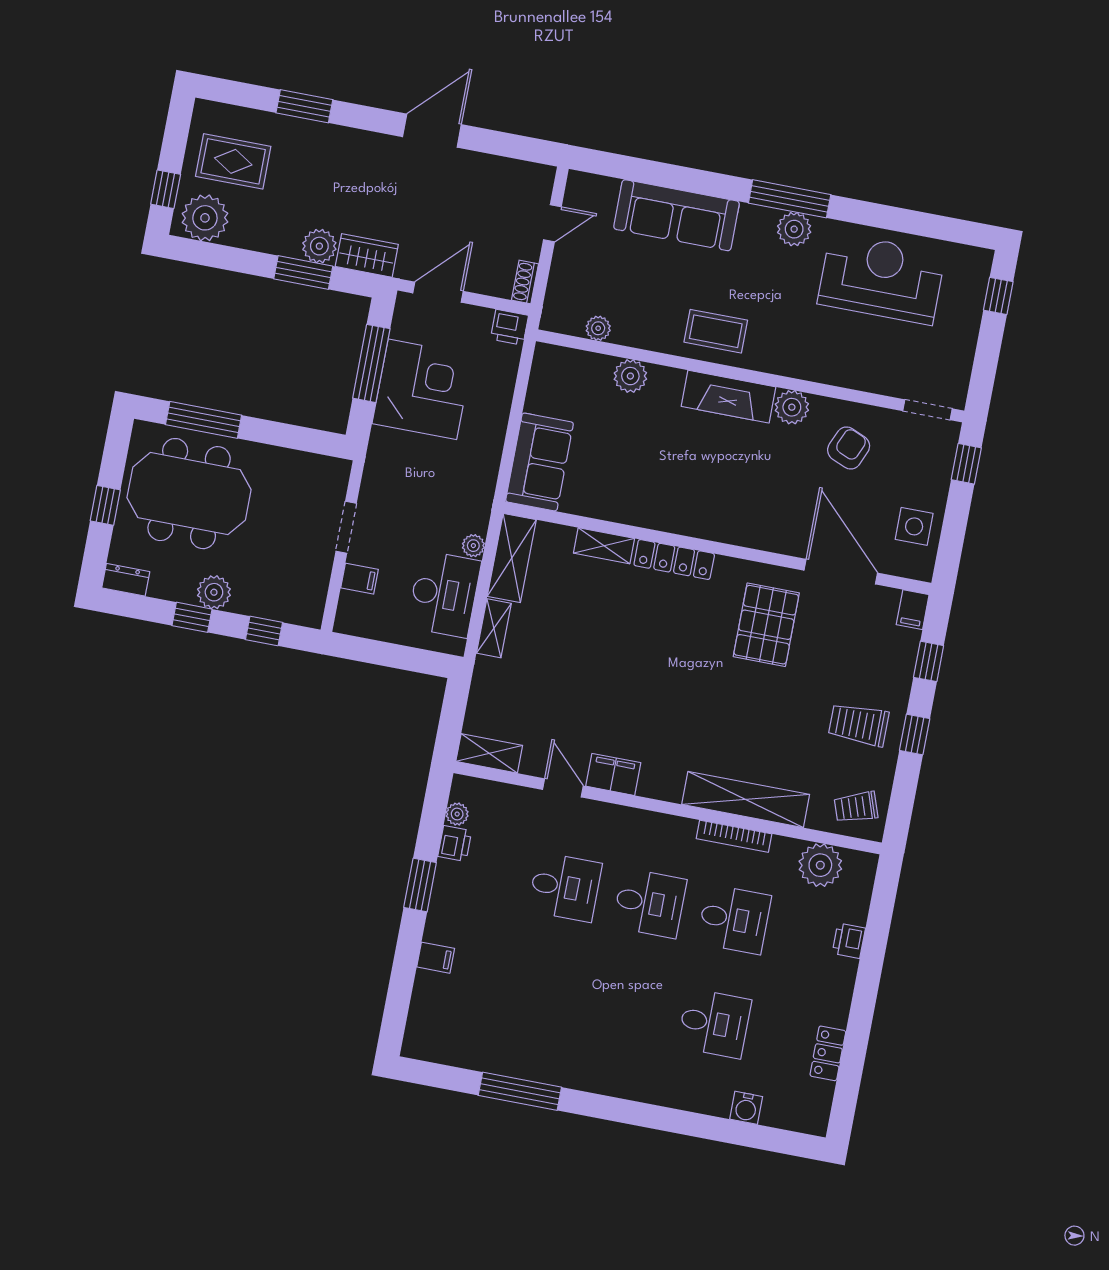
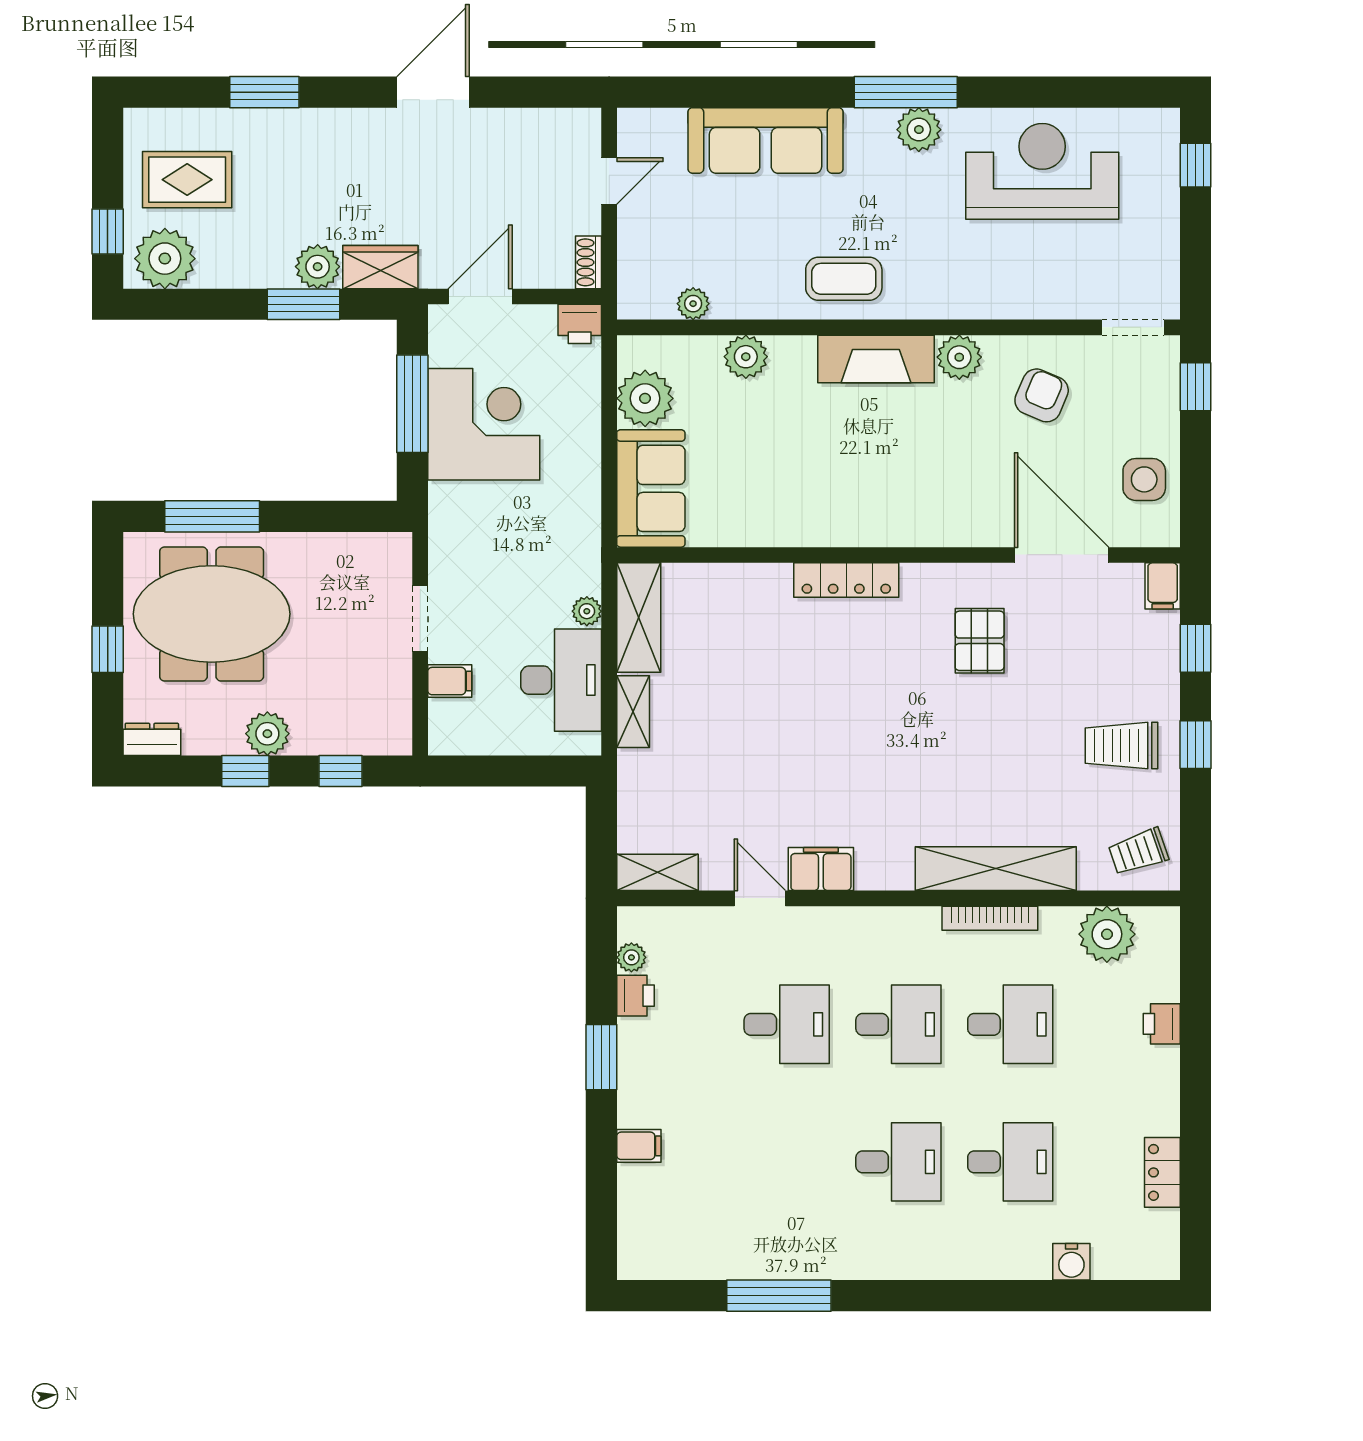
plant: (548, 393) -> (645, 398), added
shelving: (604, 546) -> (753, 580), removed
pallet: (766, 625) -> (980, 641), width x0.67, depth x0.71
desk: (630, 1007) -> (898, 1162), added

